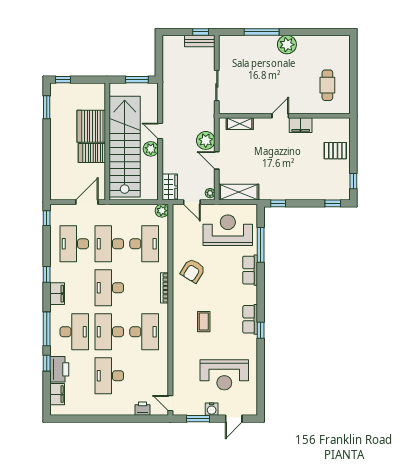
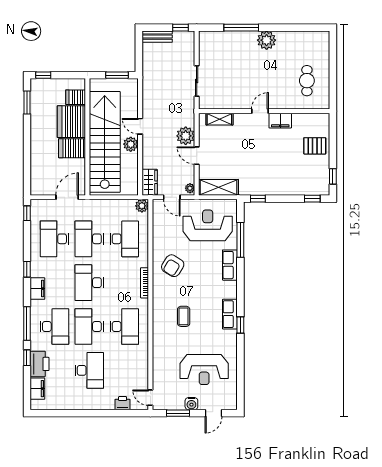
bench: (200, 41) -> (157, 37), moved
server rack: (95, 102) -> (76, 97), added
desk: (109, 376) -> (89, 370), turned 180

